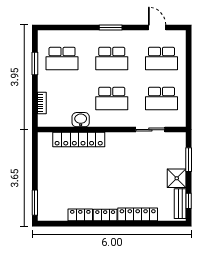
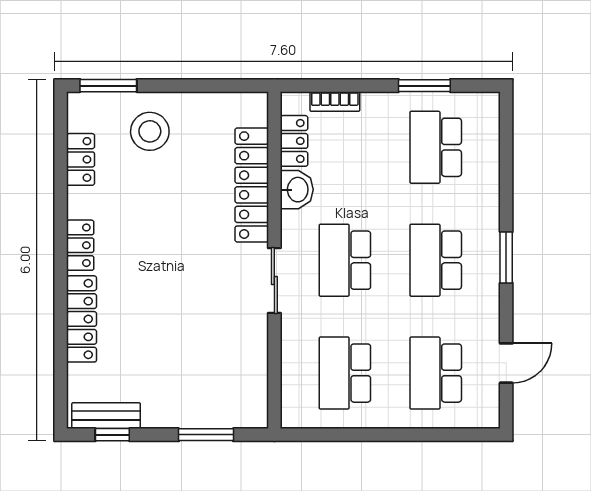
locker: (59, 121) -> (294, 141), added
sliding door: (150, 130) -> (274, 281), moved
shower: (177, 178) -> (164, 408), removed
stool: (55, 184) -> (150, 131), added
locker: (80, 215) -> (81, 159), moved

